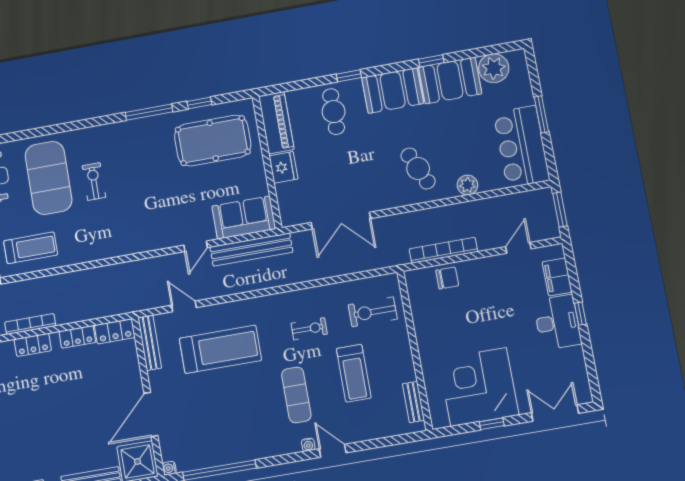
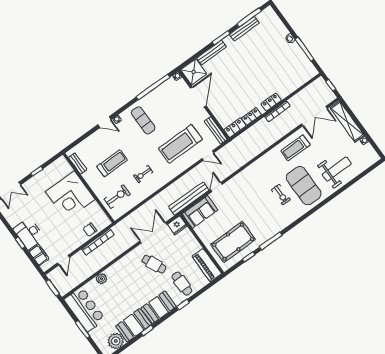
fridge: (283, 167) -> (177, 225), moved, turned -90
cafe table: (418, 168) -> (154, 264), moved
treadmill: (354, 373) -> (112, 163), turned 90
corner desk: (479, 387) -> (70, 196), moved, turned 90
exercise mat: (296, 395) -> (143, 120), moved

